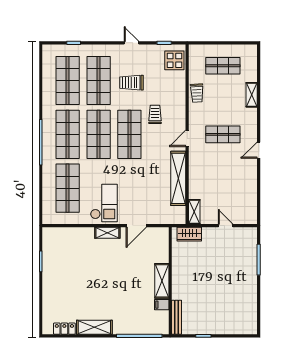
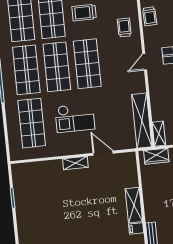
trolley: (155, 114) -> (124, 27), moved
shelving: (178, 178) -> (142, 121), moved
checkout: (104, 203) -> (75, 118), moved, turned 90
door: (136, 226) -> (103, 153), swing flipped

